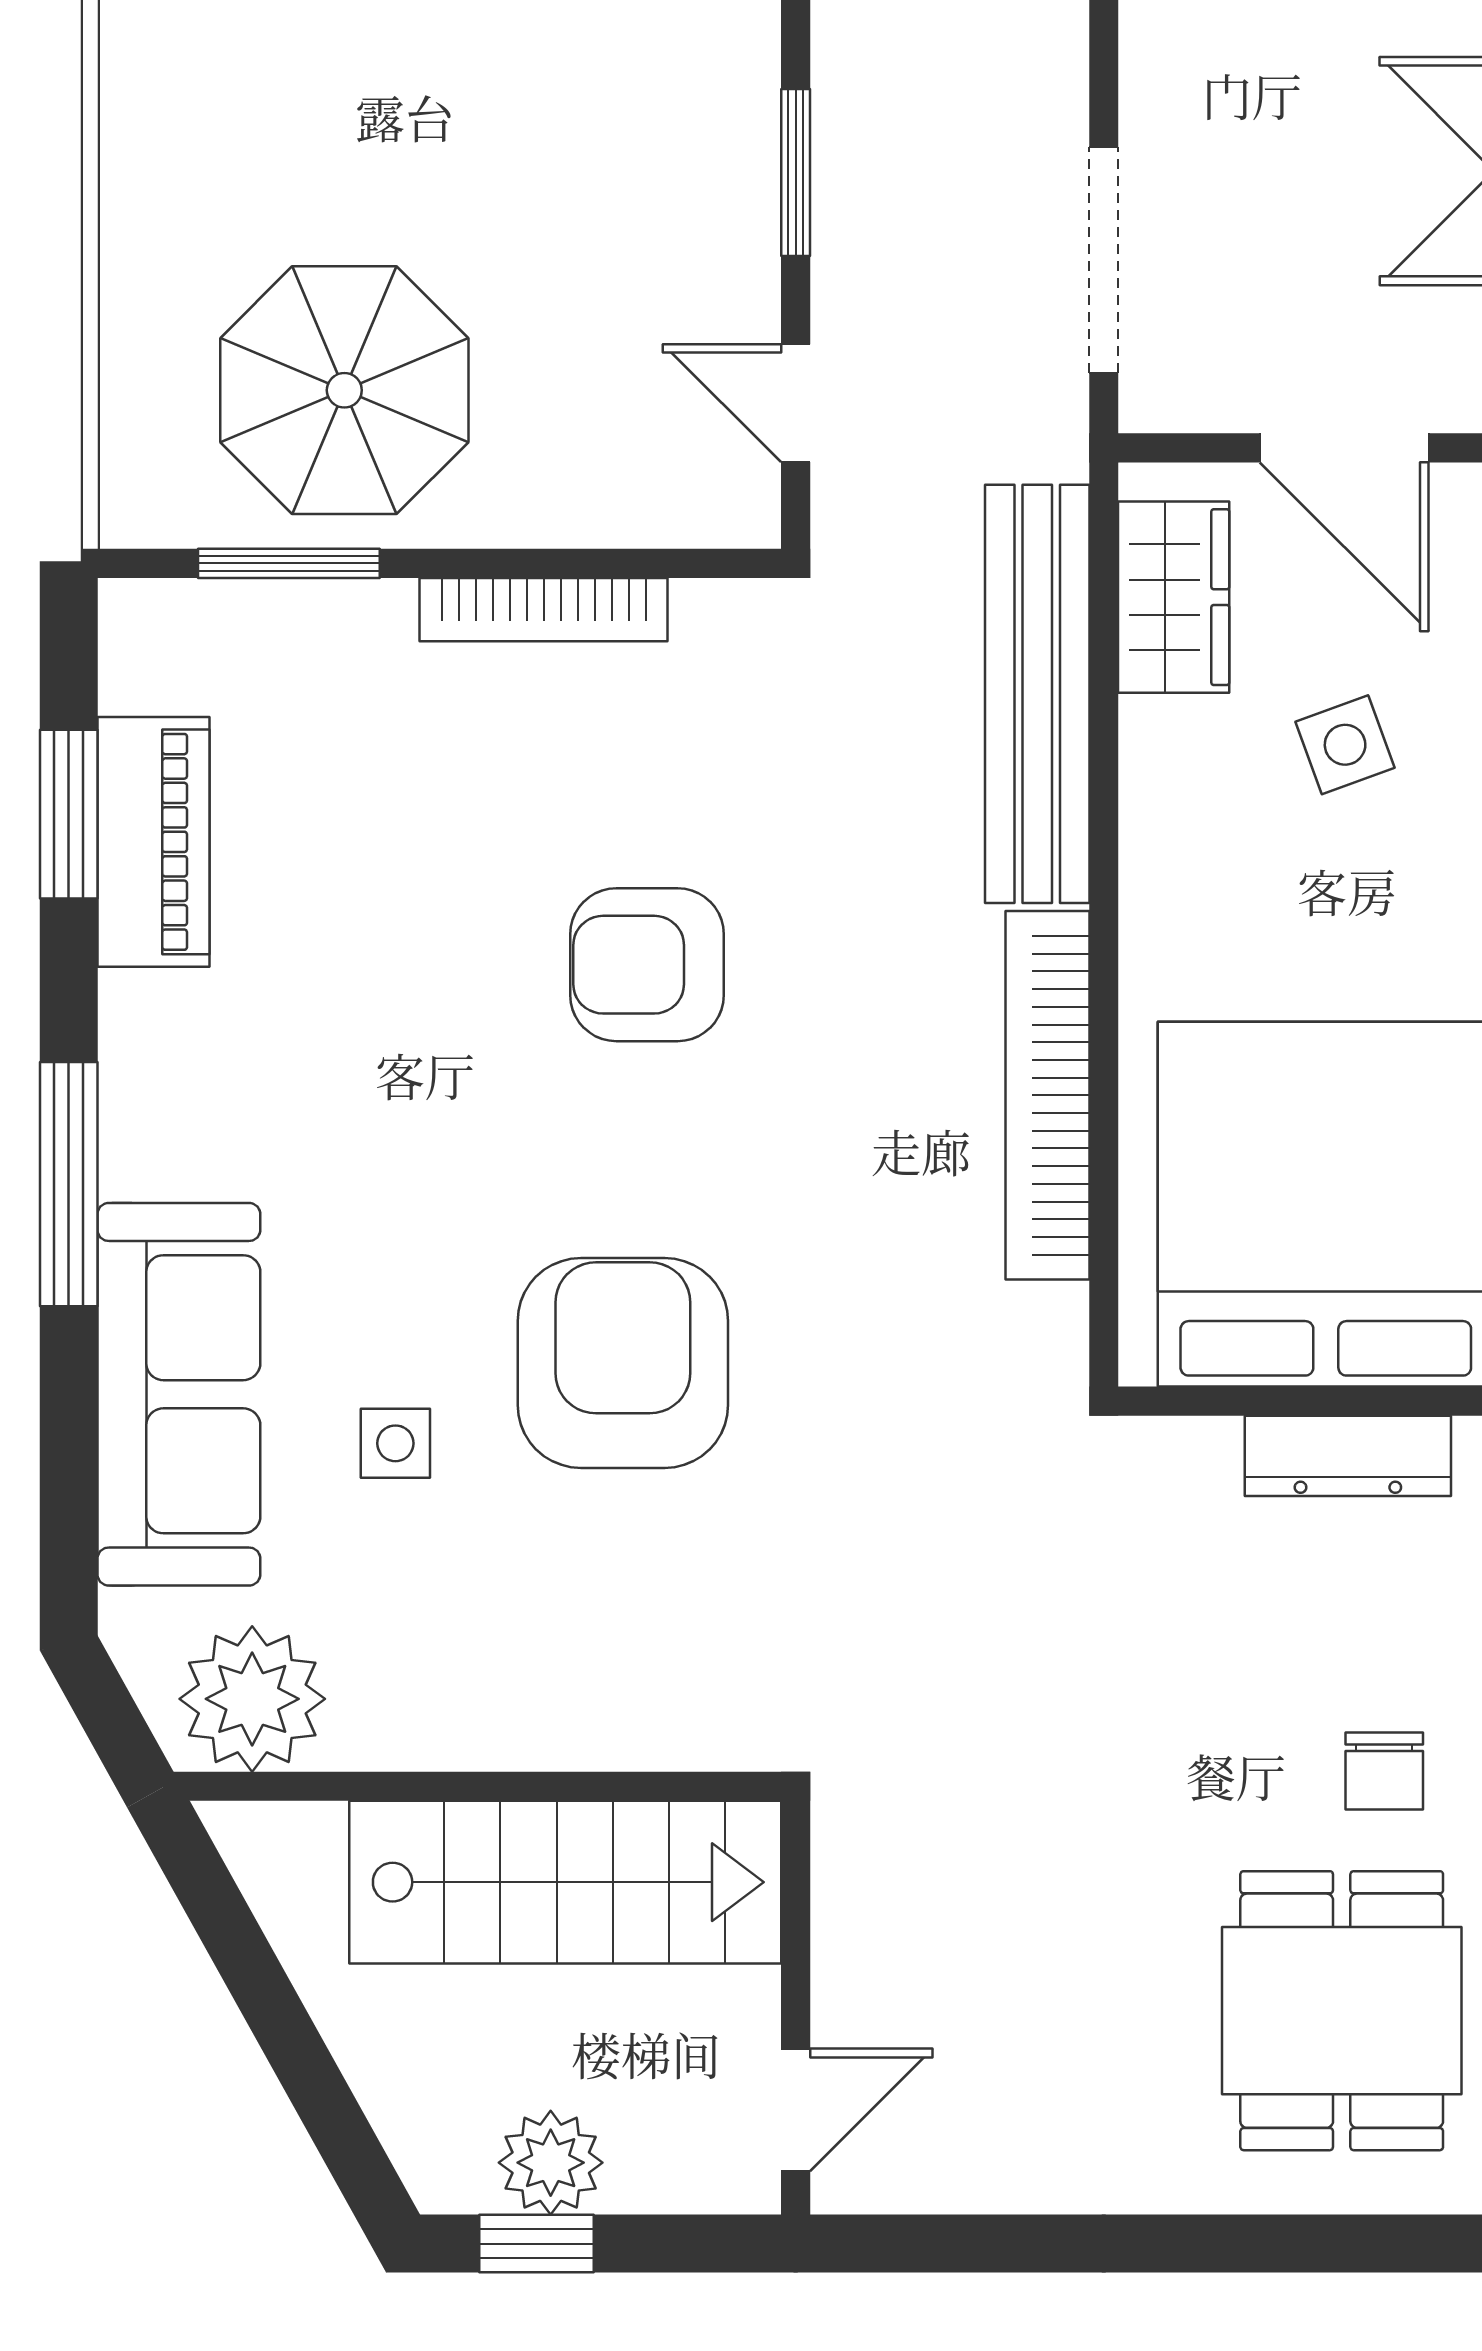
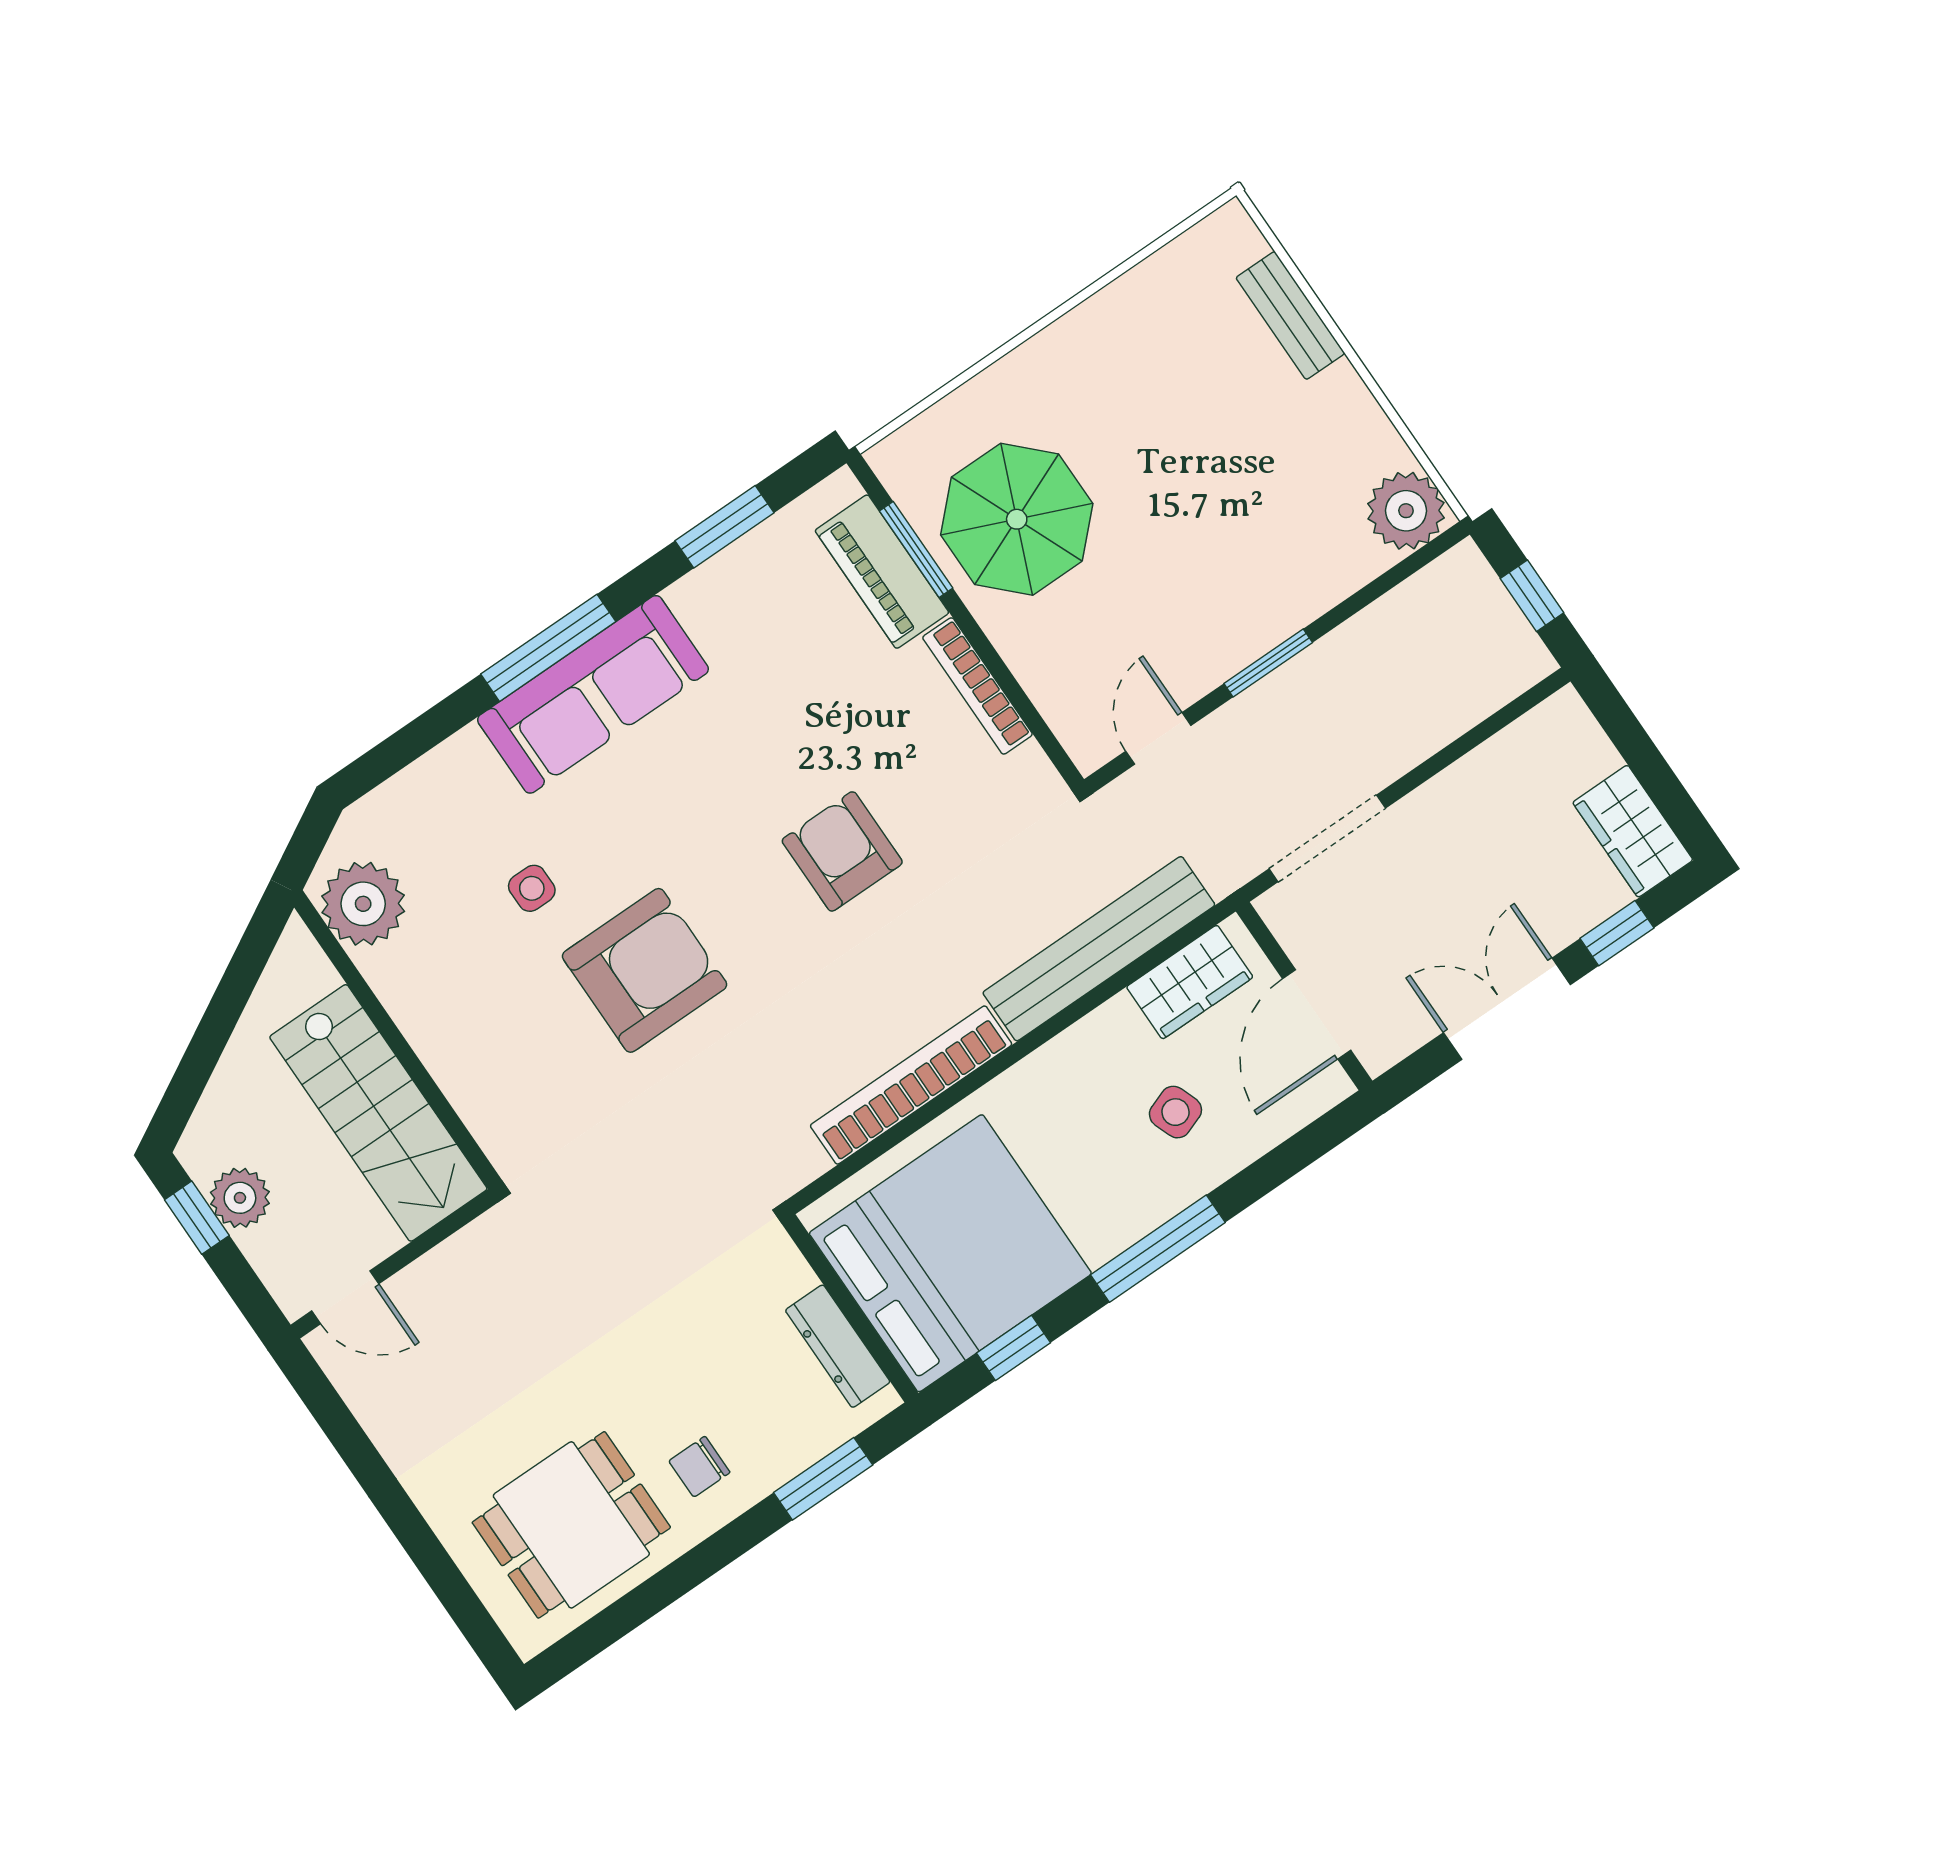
piano: (153, 842) -> (882, 572), moved, turned 90
sofa: (179, 1394) -> (593, 694), moved

